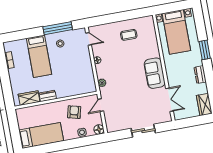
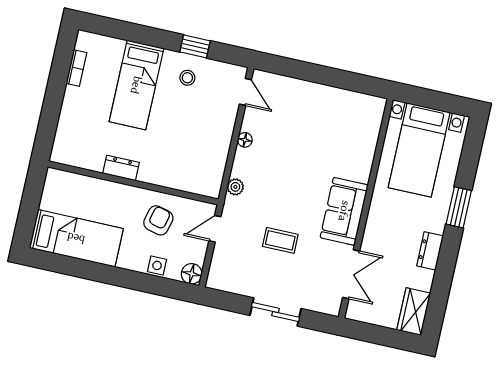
window: (58, 28) -> (195, 46), width x0.46
coffee table: (129, 35) -> (280, 240), moved
wardrobe: (29, 98) -> (83, 157), removed

